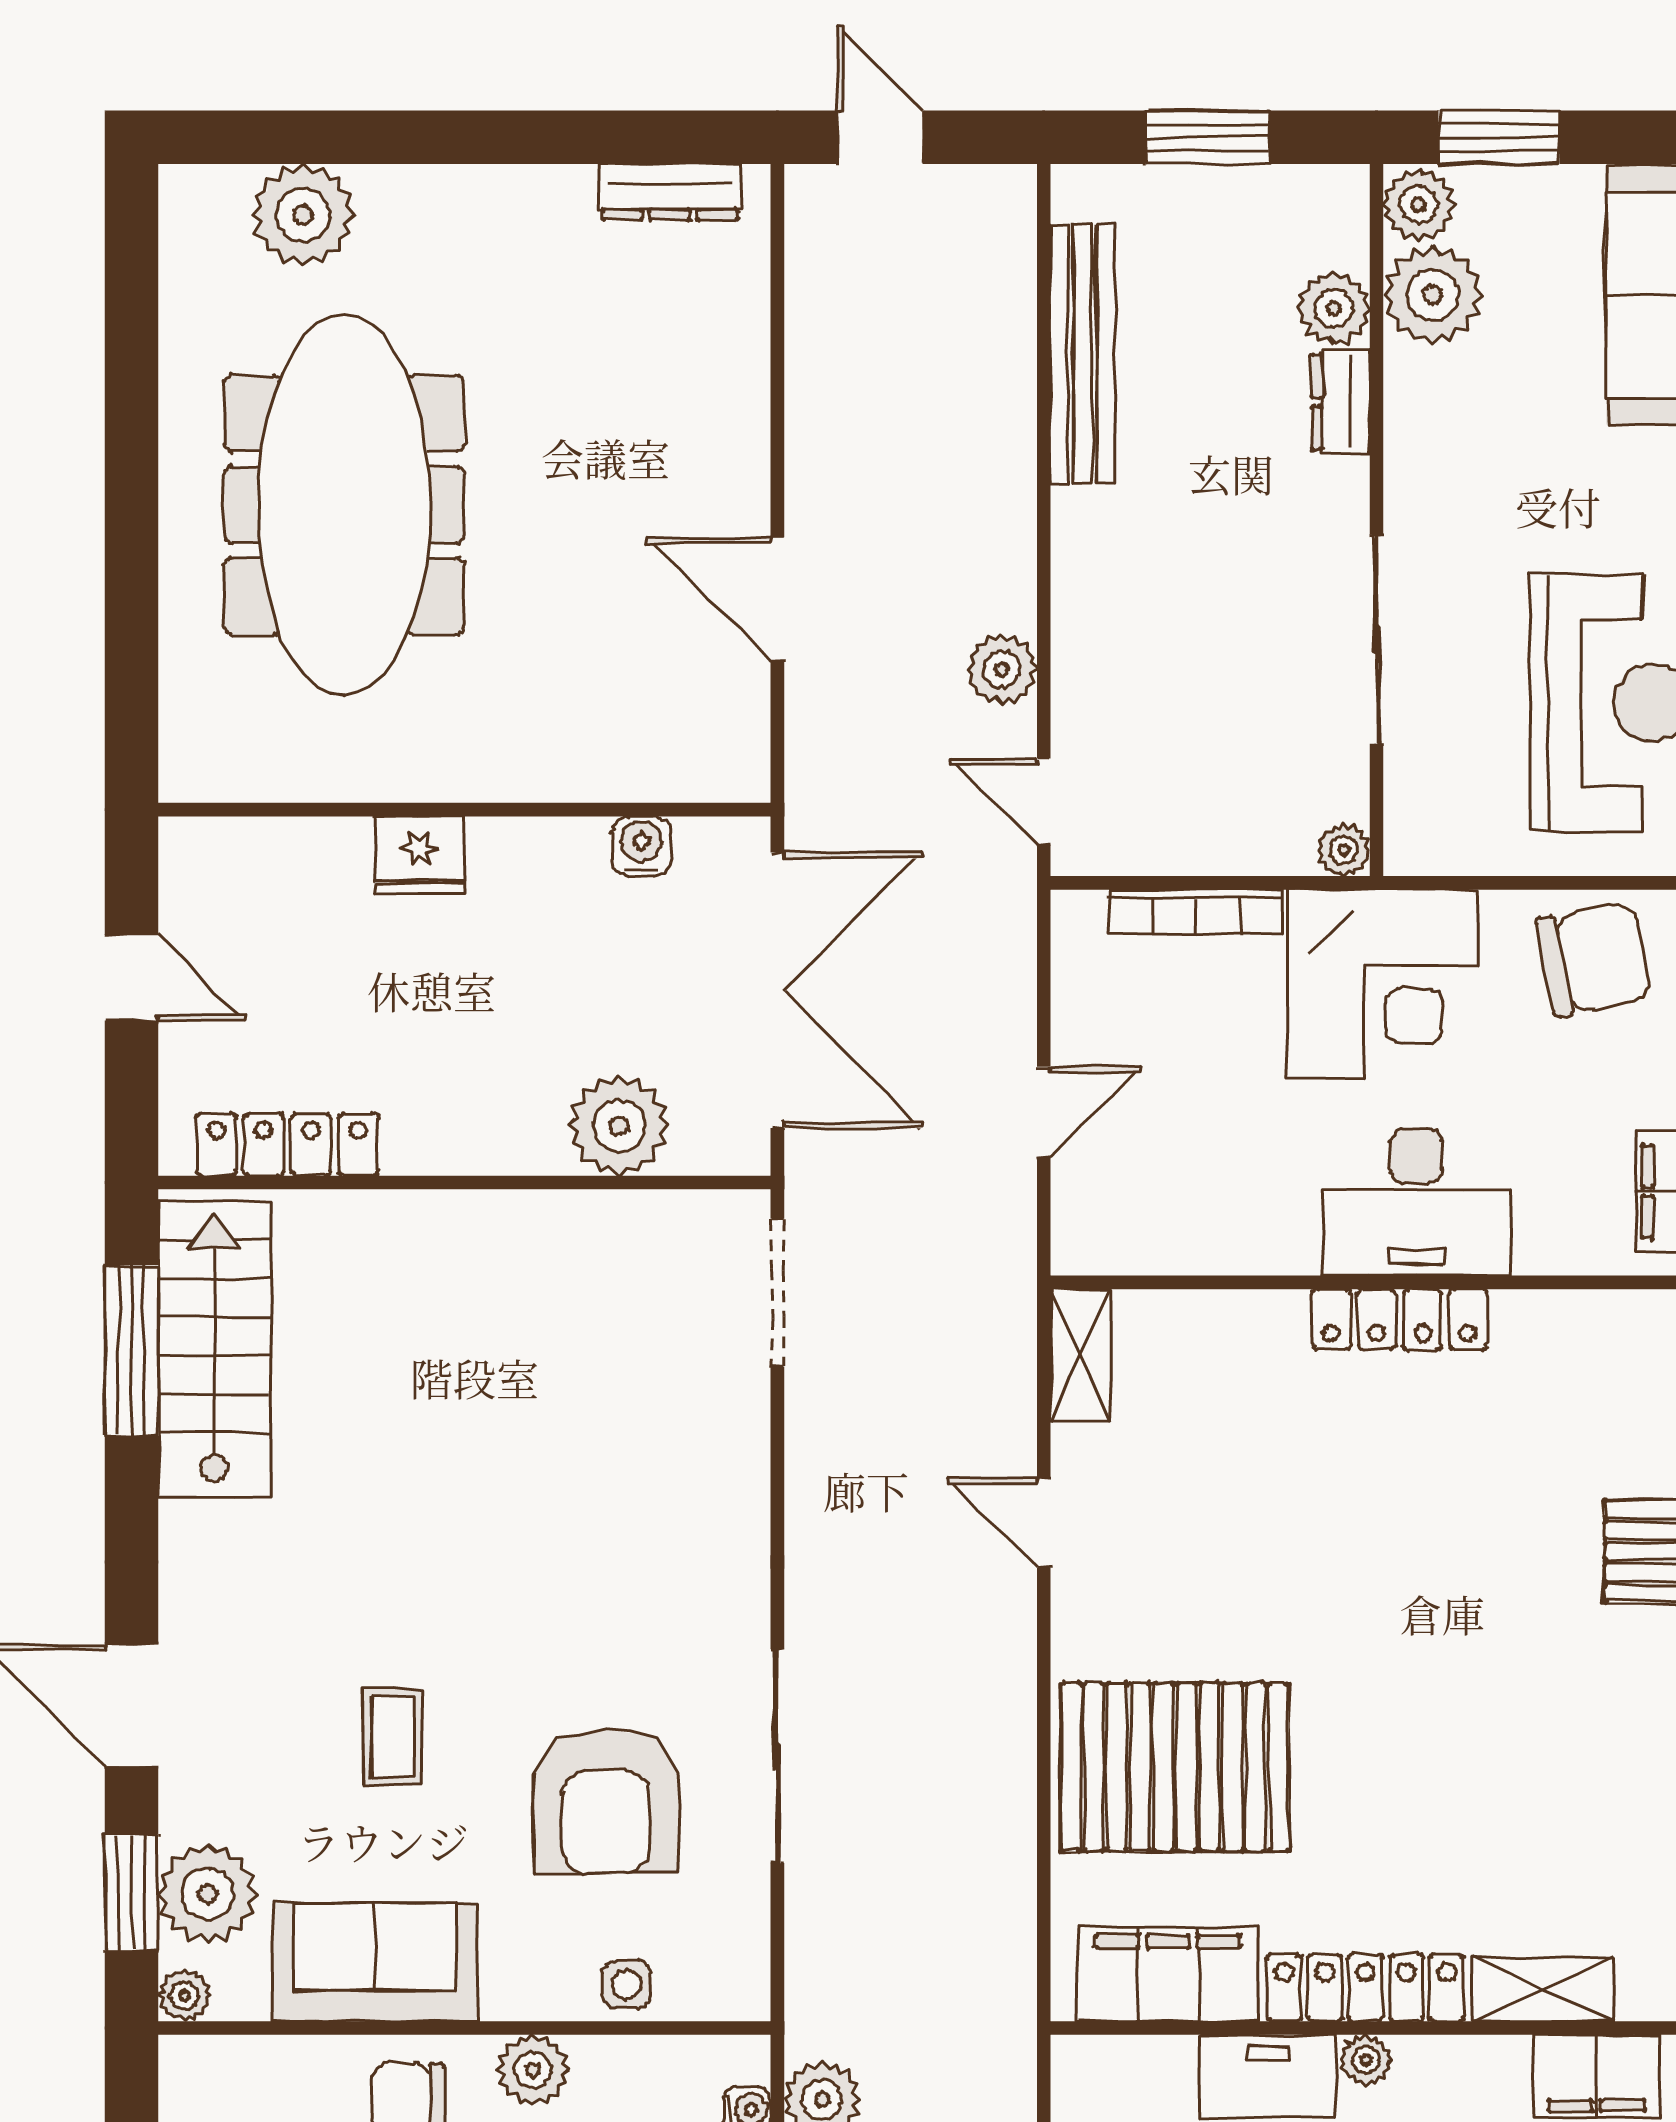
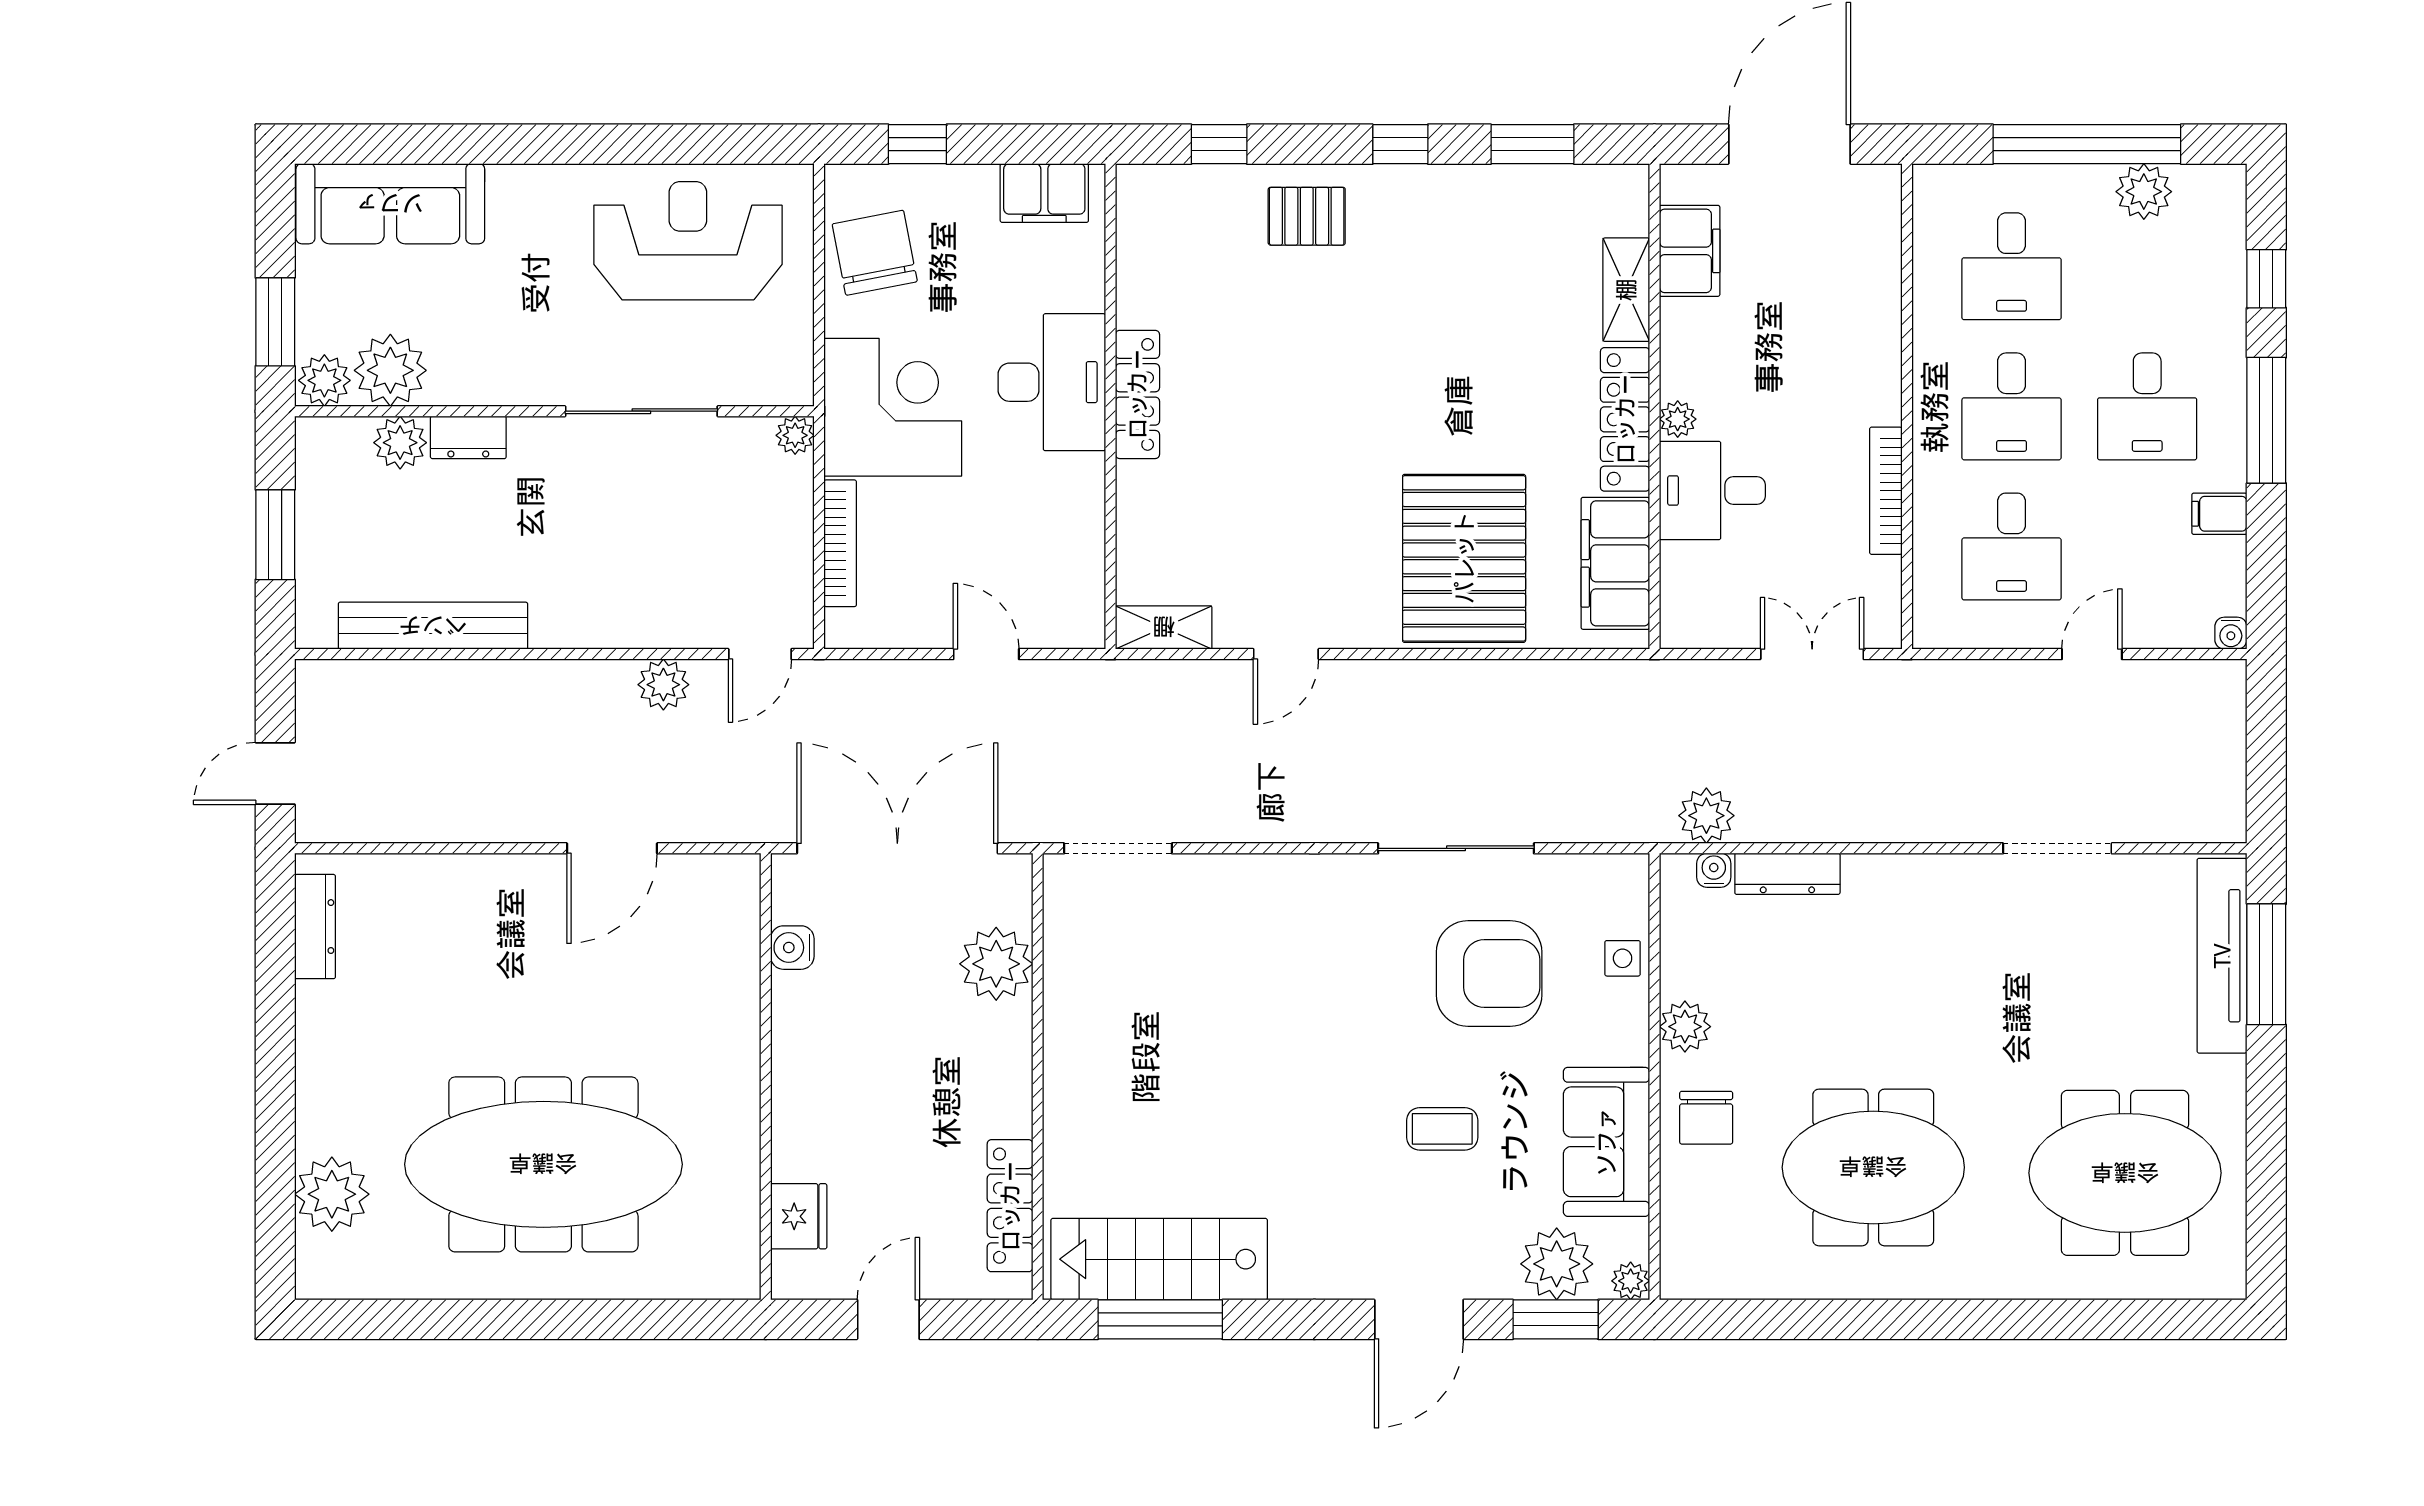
fridge: (420, 855) -> (799, 1216), moved

